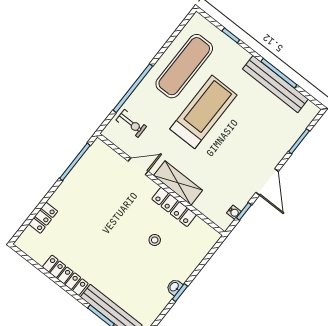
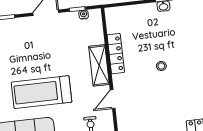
door: (138, 166) -> (113, 99), hinge flipped
stool: (155, 240) -> (161, 66), moved

